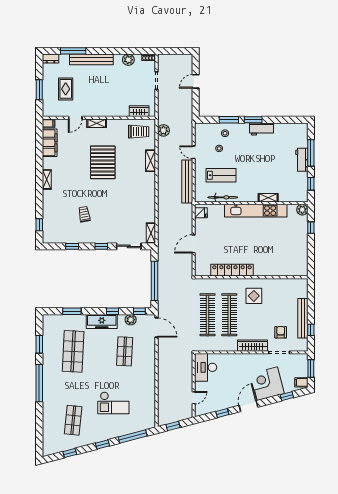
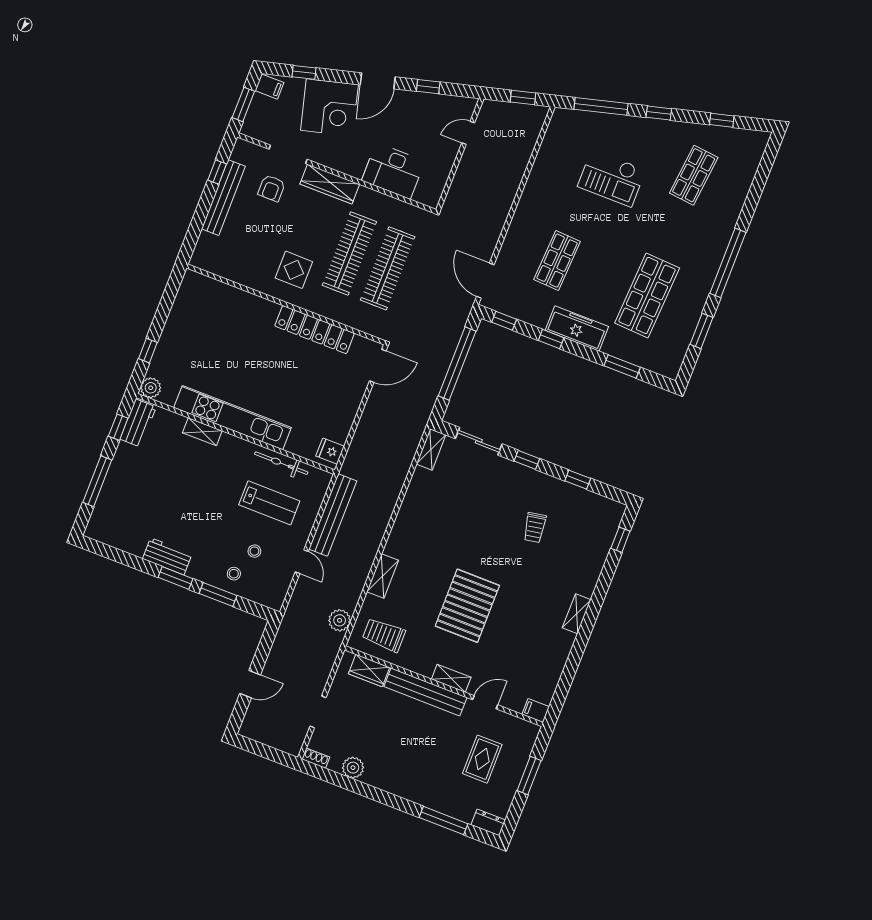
bench: (91, 59) -> (425, 692), moved
filing cabinet: (50, 143) -> (547, 676), removed
workbench: (302, 160) -> (138, 423), moved
lab bench: (221, 175) -> (269, 503), turned 180
door: (194, 244) -> (378, 366), moved
plant: (131, 320) -> (525, 312), removed
desk: (206, 367) -> (393, 171), moved, turned 90
checkout: (113, 403) -> (612, 178), turned 180

